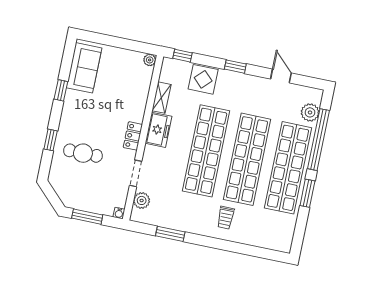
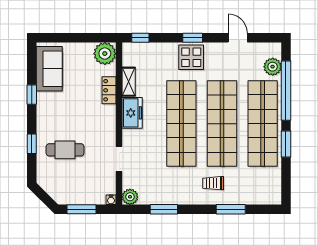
plant: (150, 60) -> (105, 54), width x1.88, depth x1.88
display table: (203, 79) -> (191, 57), moved
locker: (133, 136) -> (109, 90), moved
plant: (142, 200) -> (130, 197), moved
trolley: (226, 218) -> (213, 183), turned 90
window: (238, 248) -> (231, 209), added

